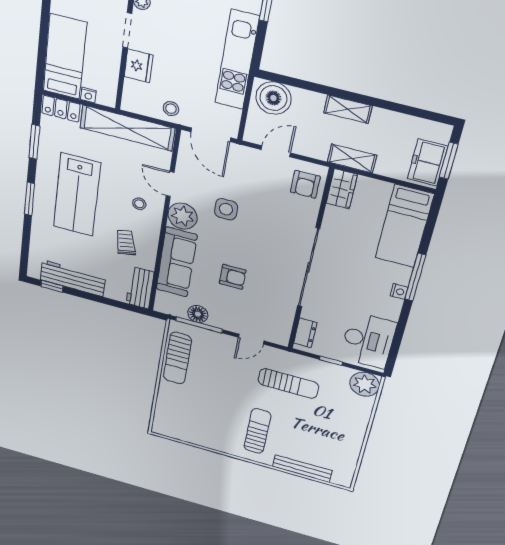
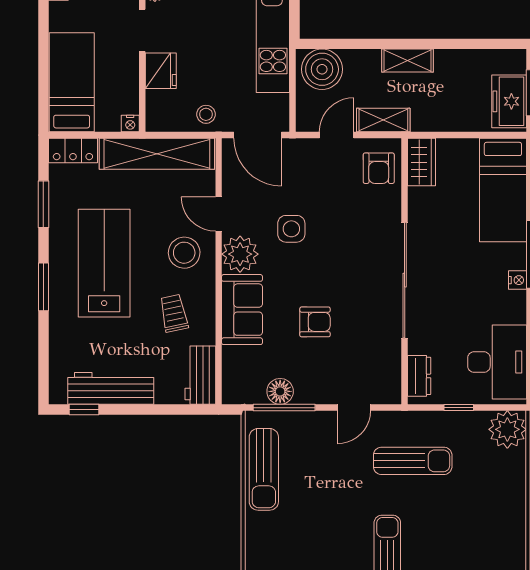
nightstand: (88, 95) -> (130, 124), moved
shelving: (352, 159) -> (383, 120), moved
lab bench: (77, 195) -> (104, 263), turned 180
stool: (139, 204) -> (184, 253), width x1.89, depth x1.89
sofa: (177, 262) -> (242, 310), width x0.73

